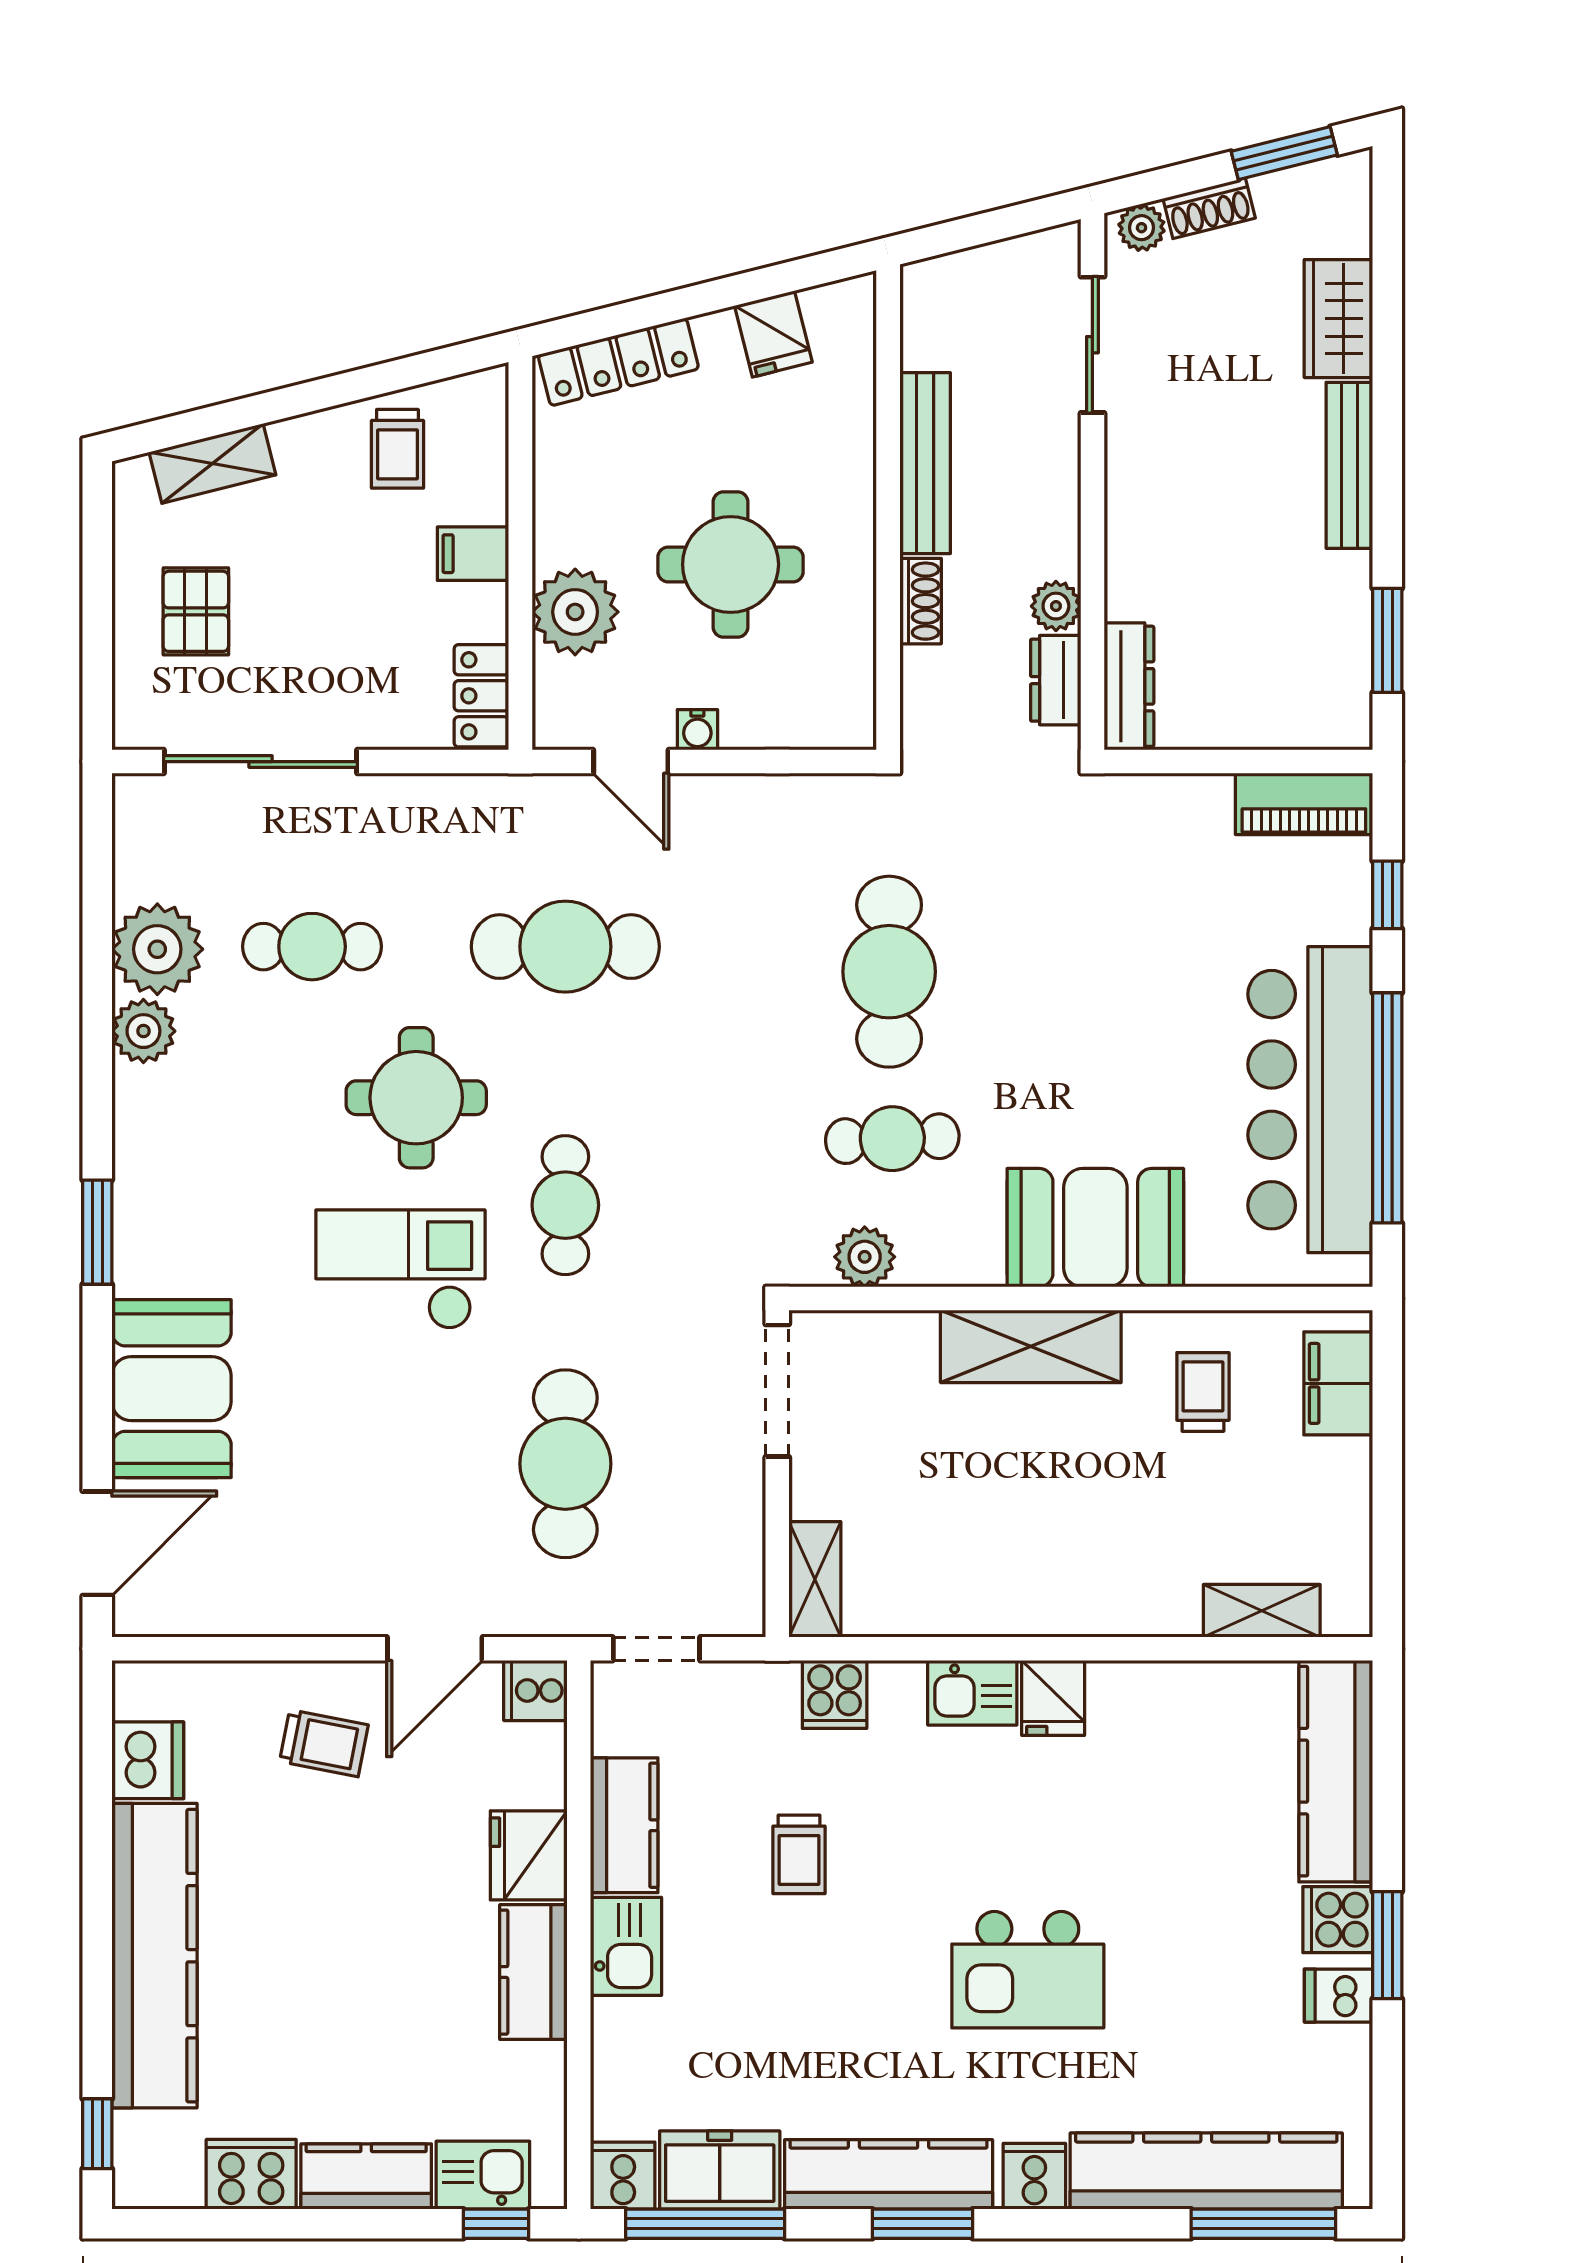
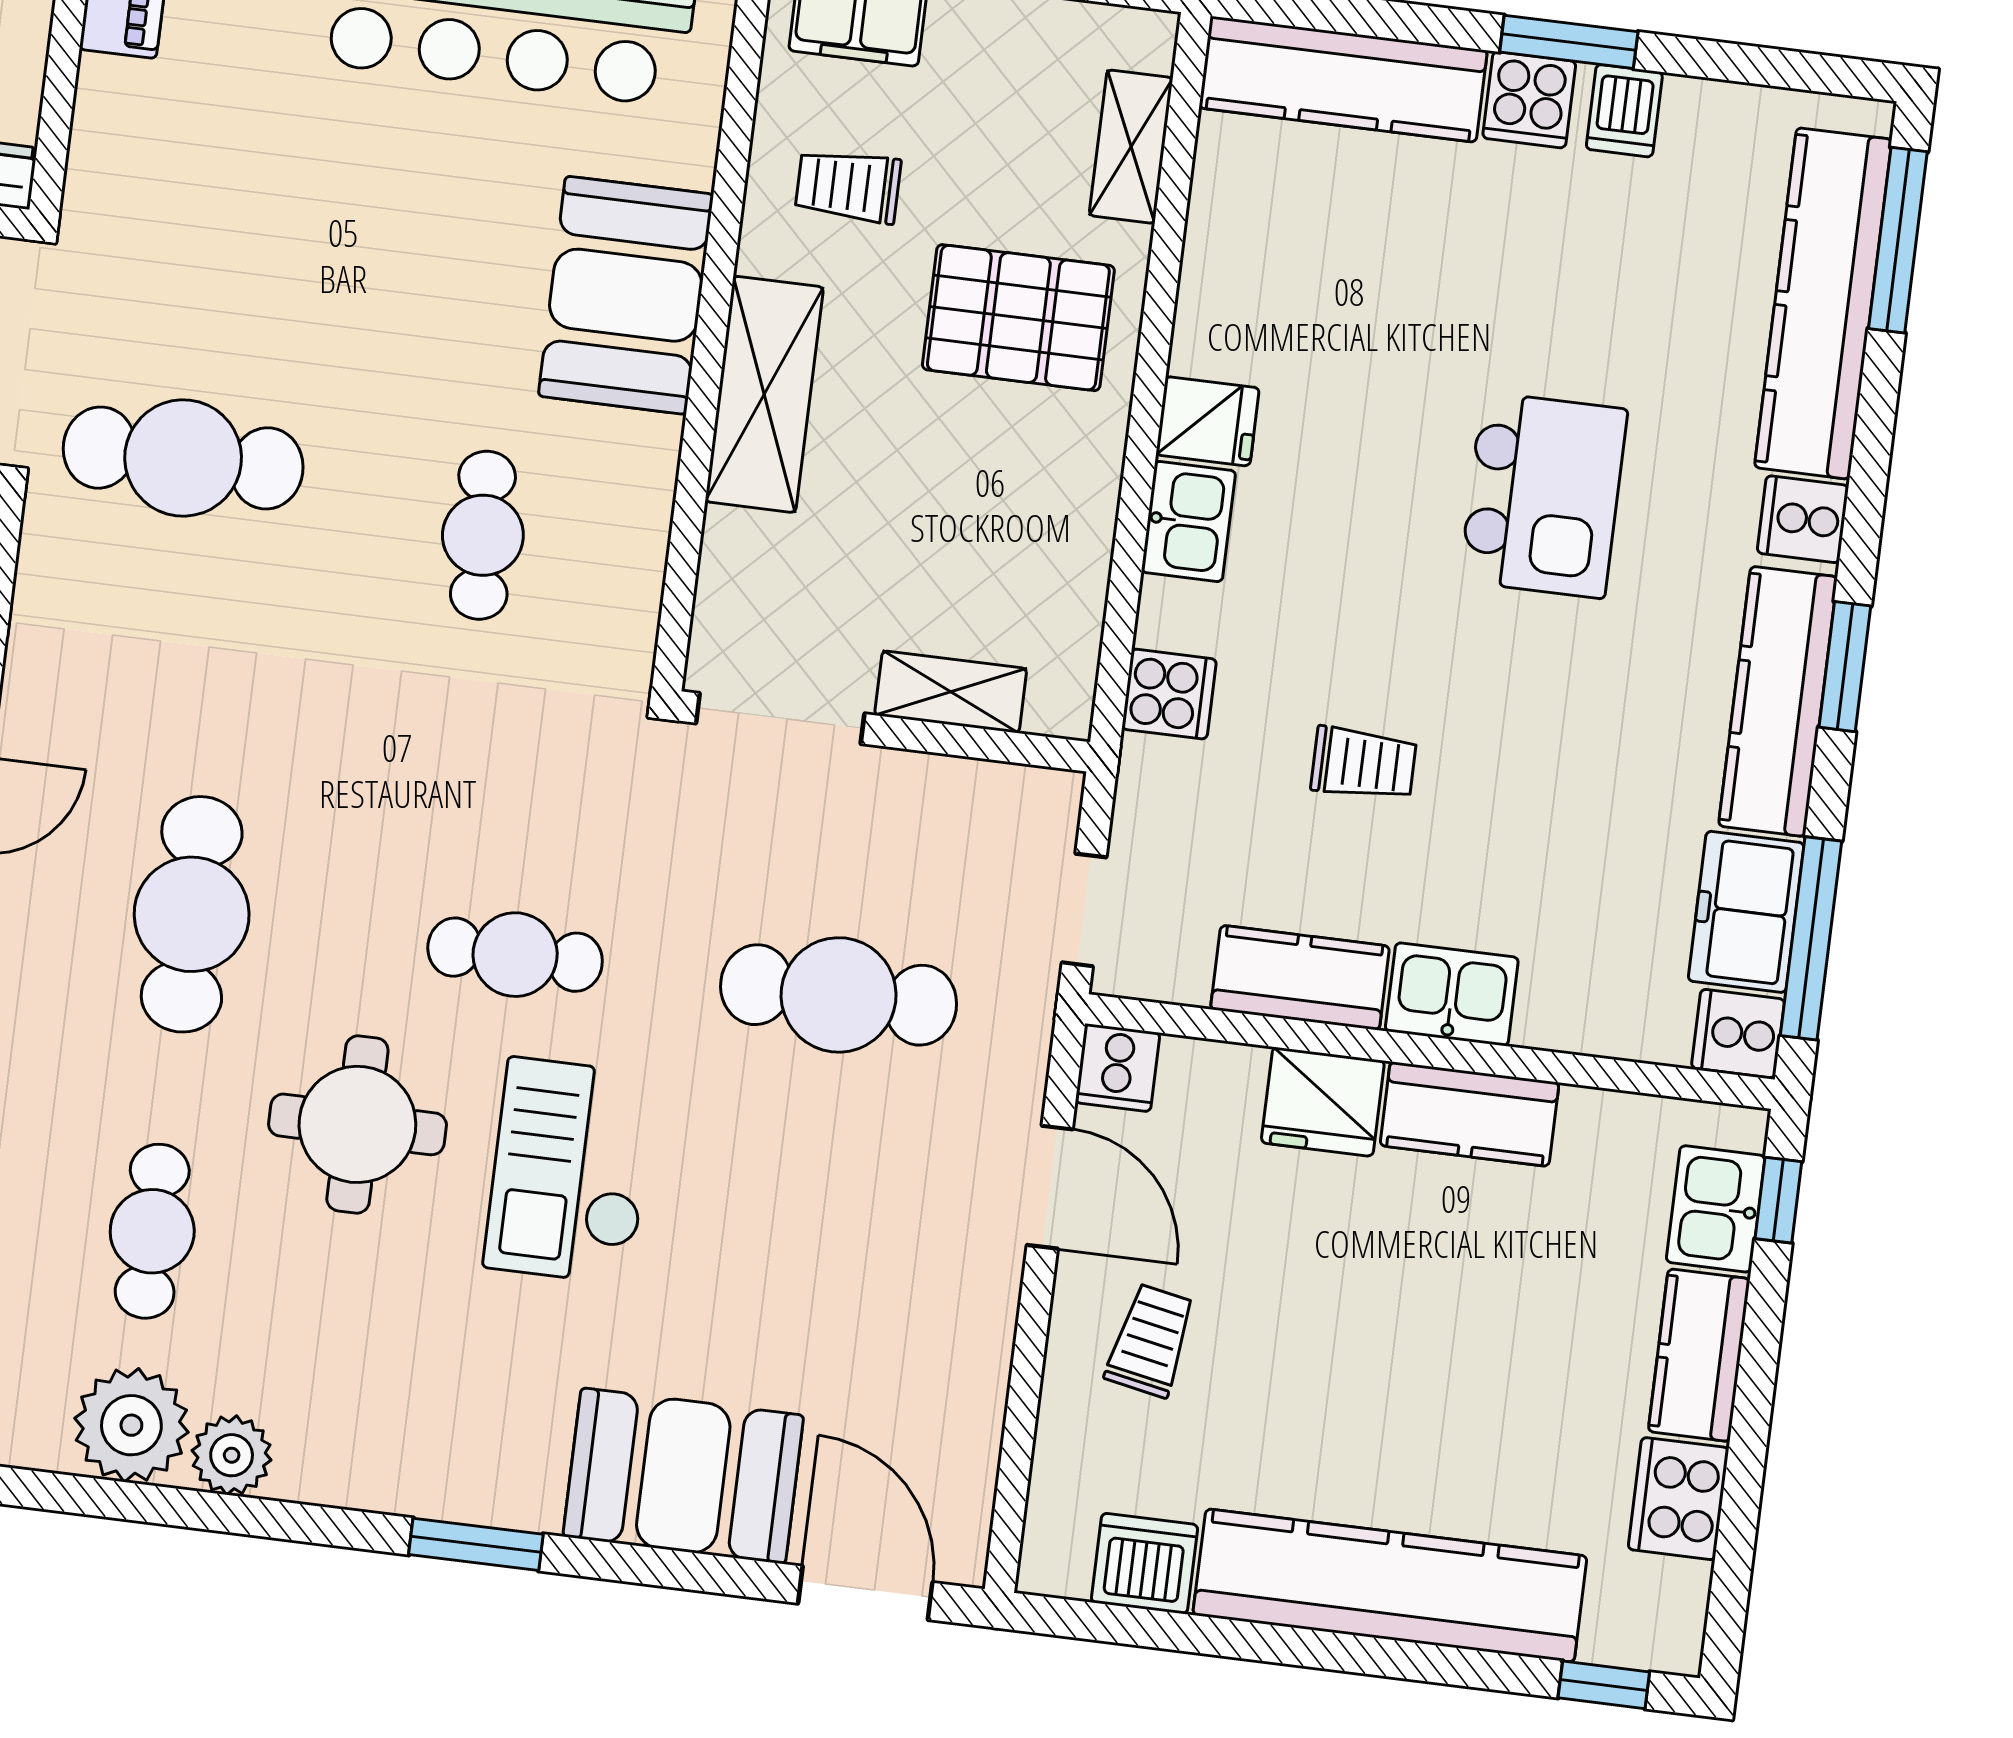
cafe table: (889, 972) -> (183, 458), moved
plant: (865, 1257) -> (626, 588), removed
pallet: (1116, 1539) -> (1018, 318), added
shelving: (815, 1579) -> (951, 692), moved

